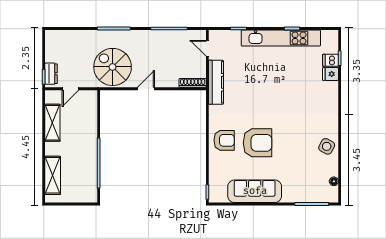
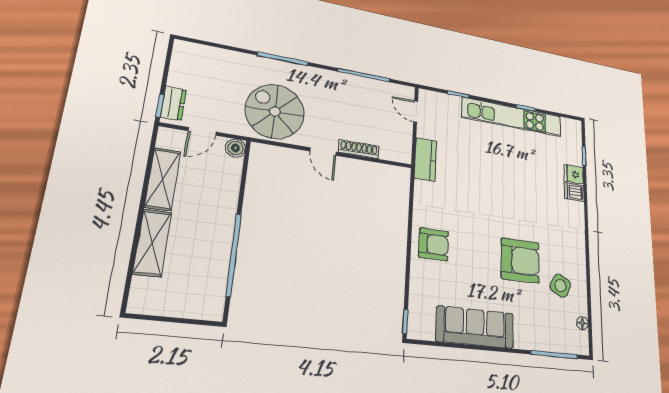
dishwasher: (330, 60) -> (574, 192), moved
kitchen counter: (216, 82) -> (425, 160), width x0.67
shoe rack: (193, 83) -> (359, 149), moved
door: (146, 89) -> (323, 152), swing flipped
boiler: (91, 96) -> (235, 148), added
armchair: (257, 143) -> (520, 261), moved
side table: (327, 146) -> (560, 286), moved
shelving: (53, 175) -> (152, 243), moved

